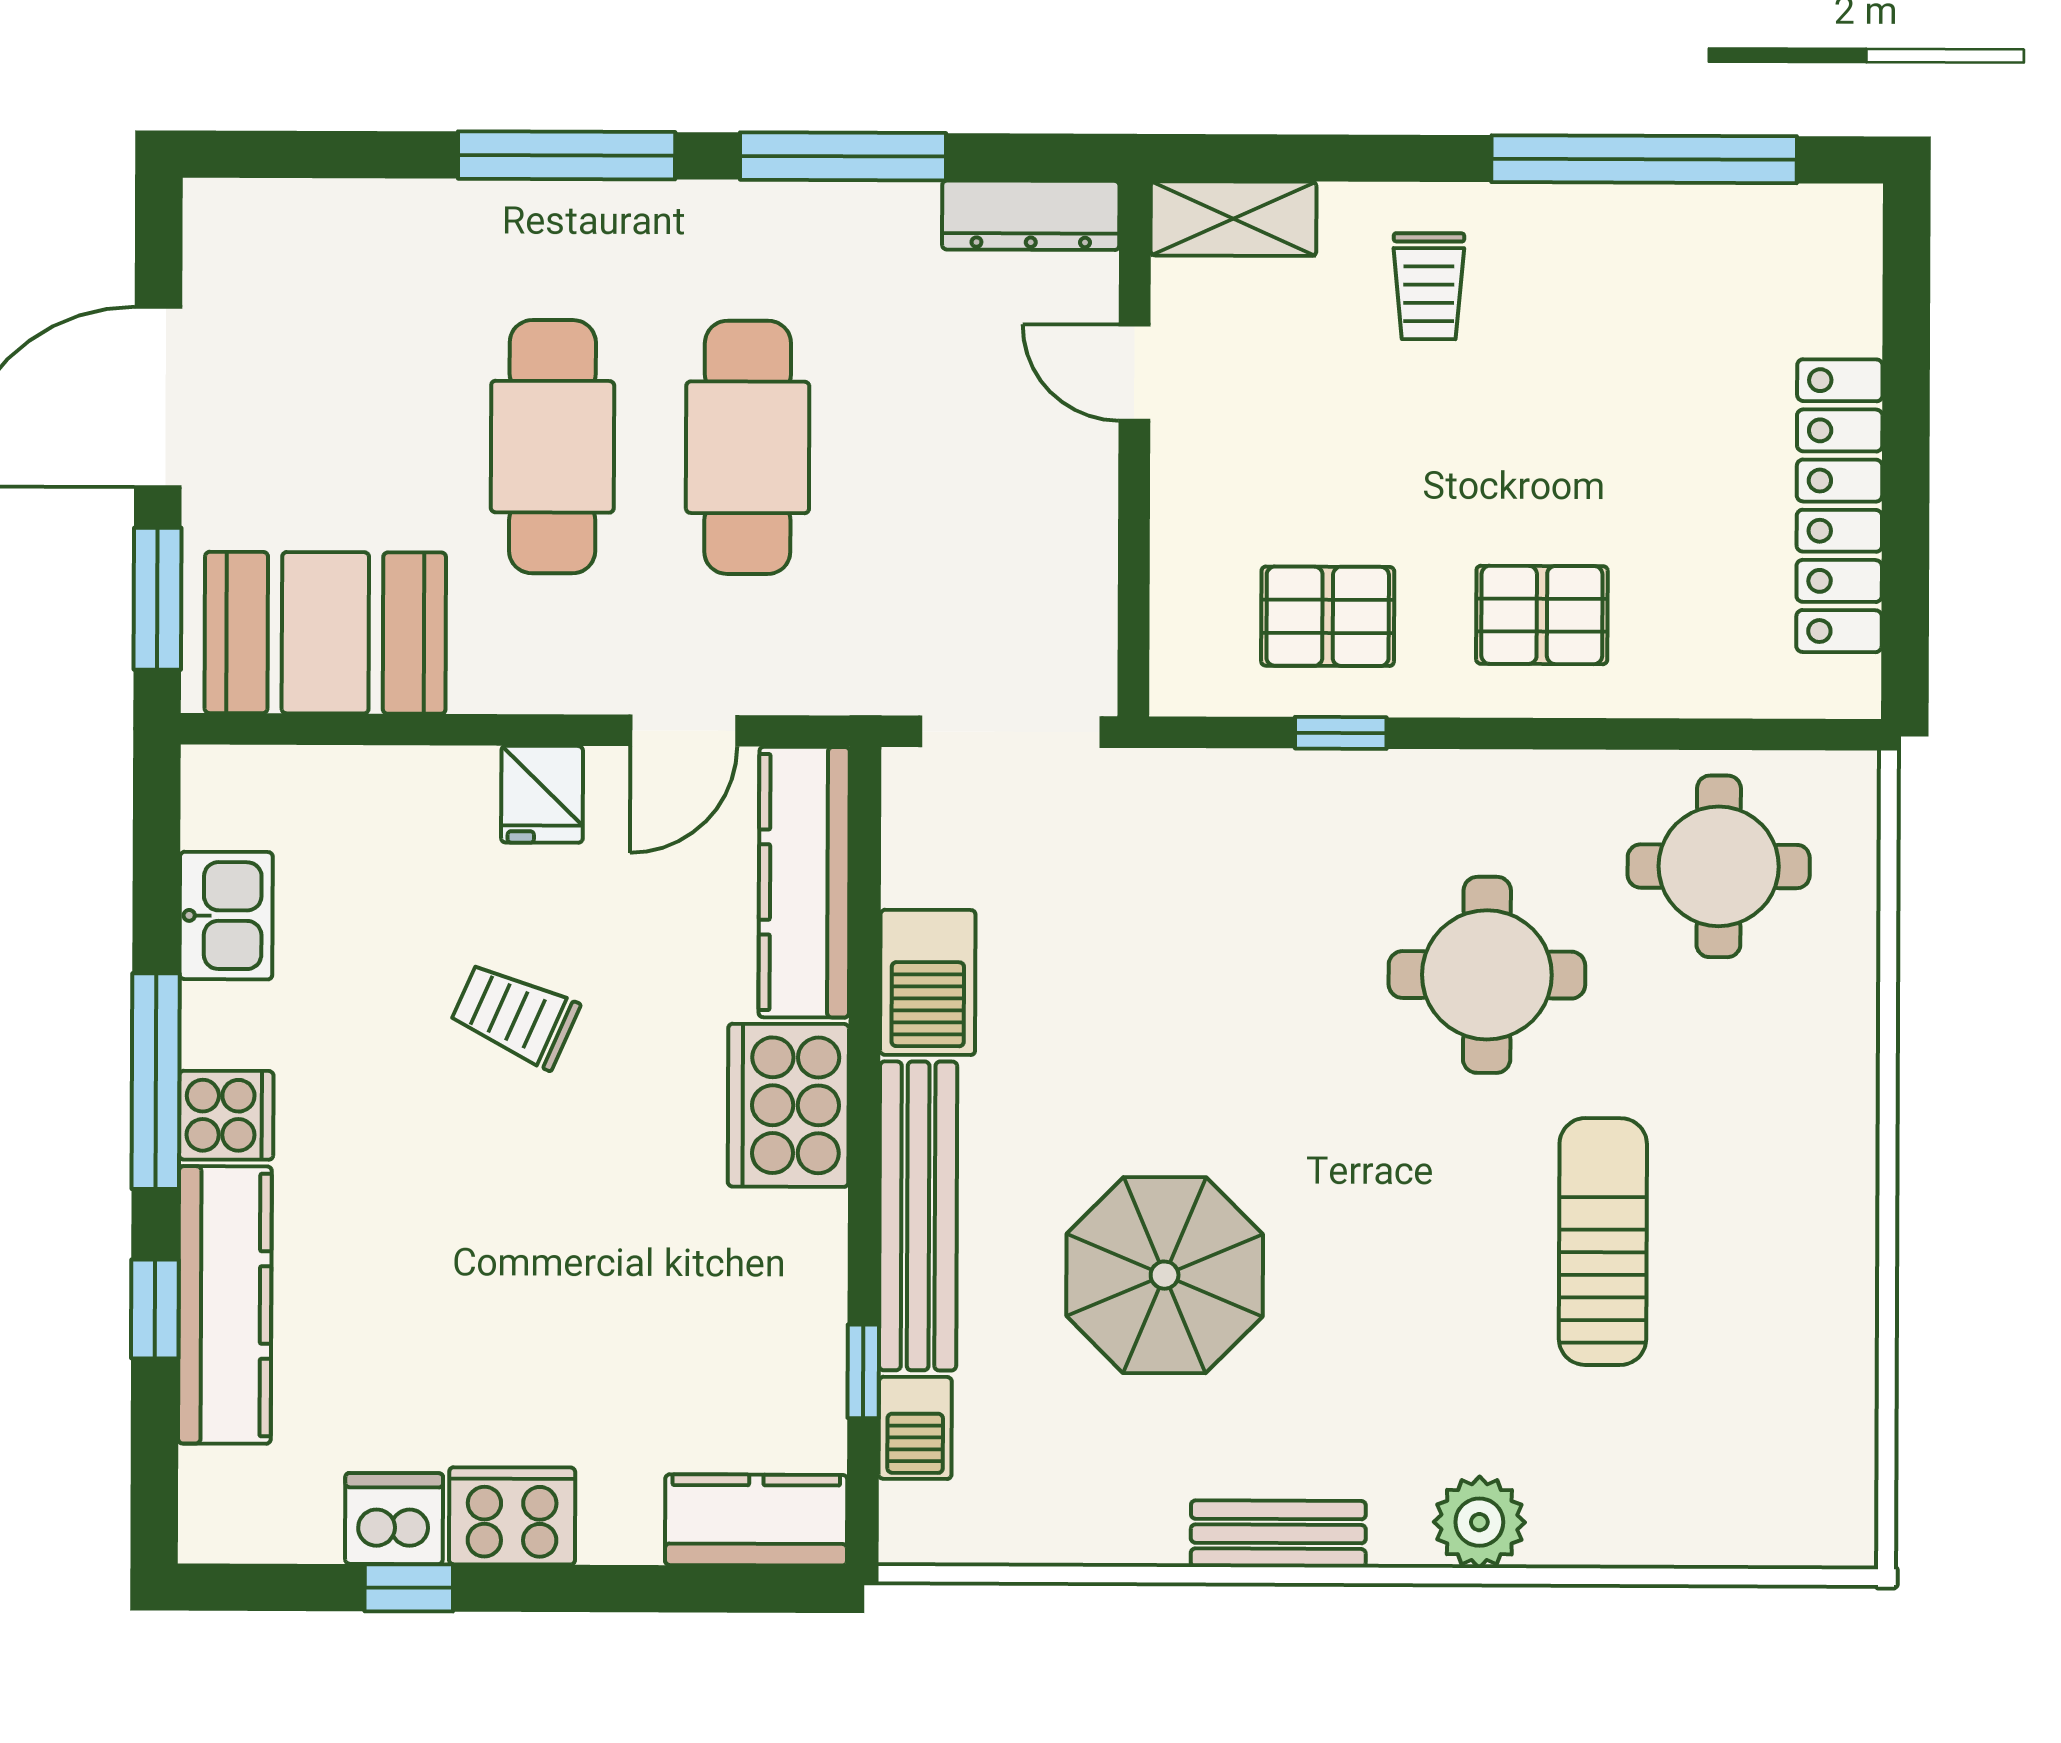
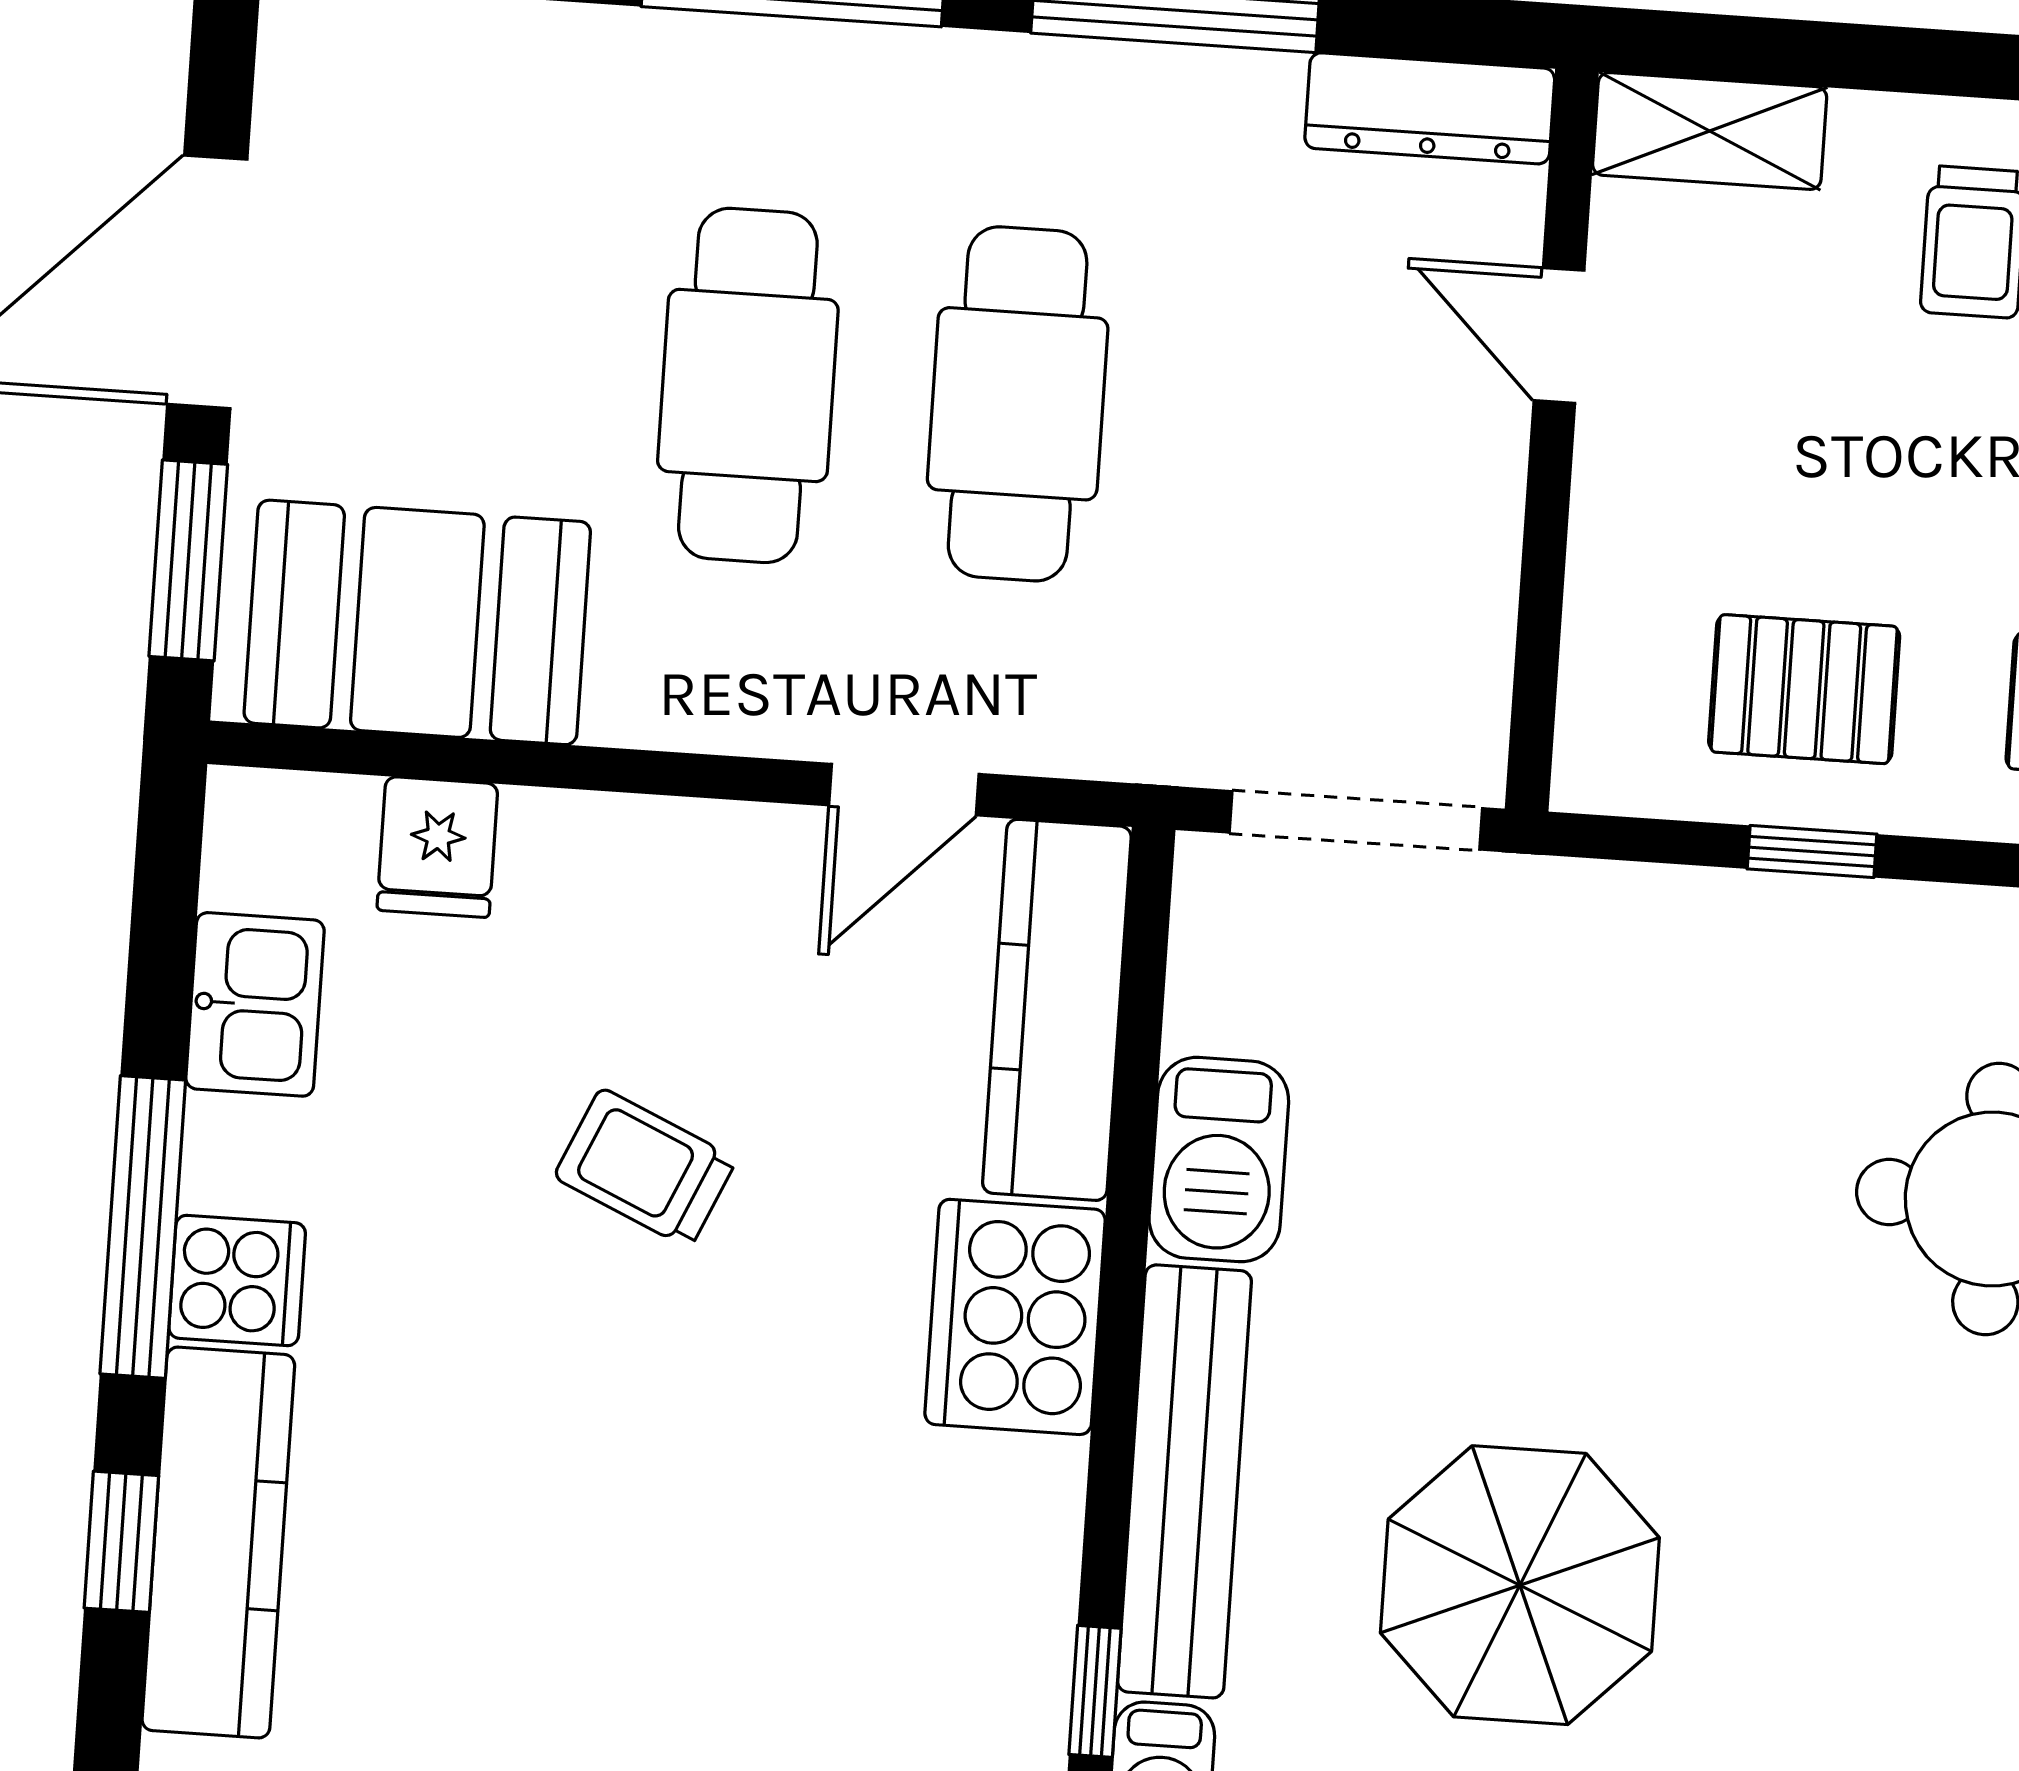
fridge: (542, 794) -> (437, 847), moved

